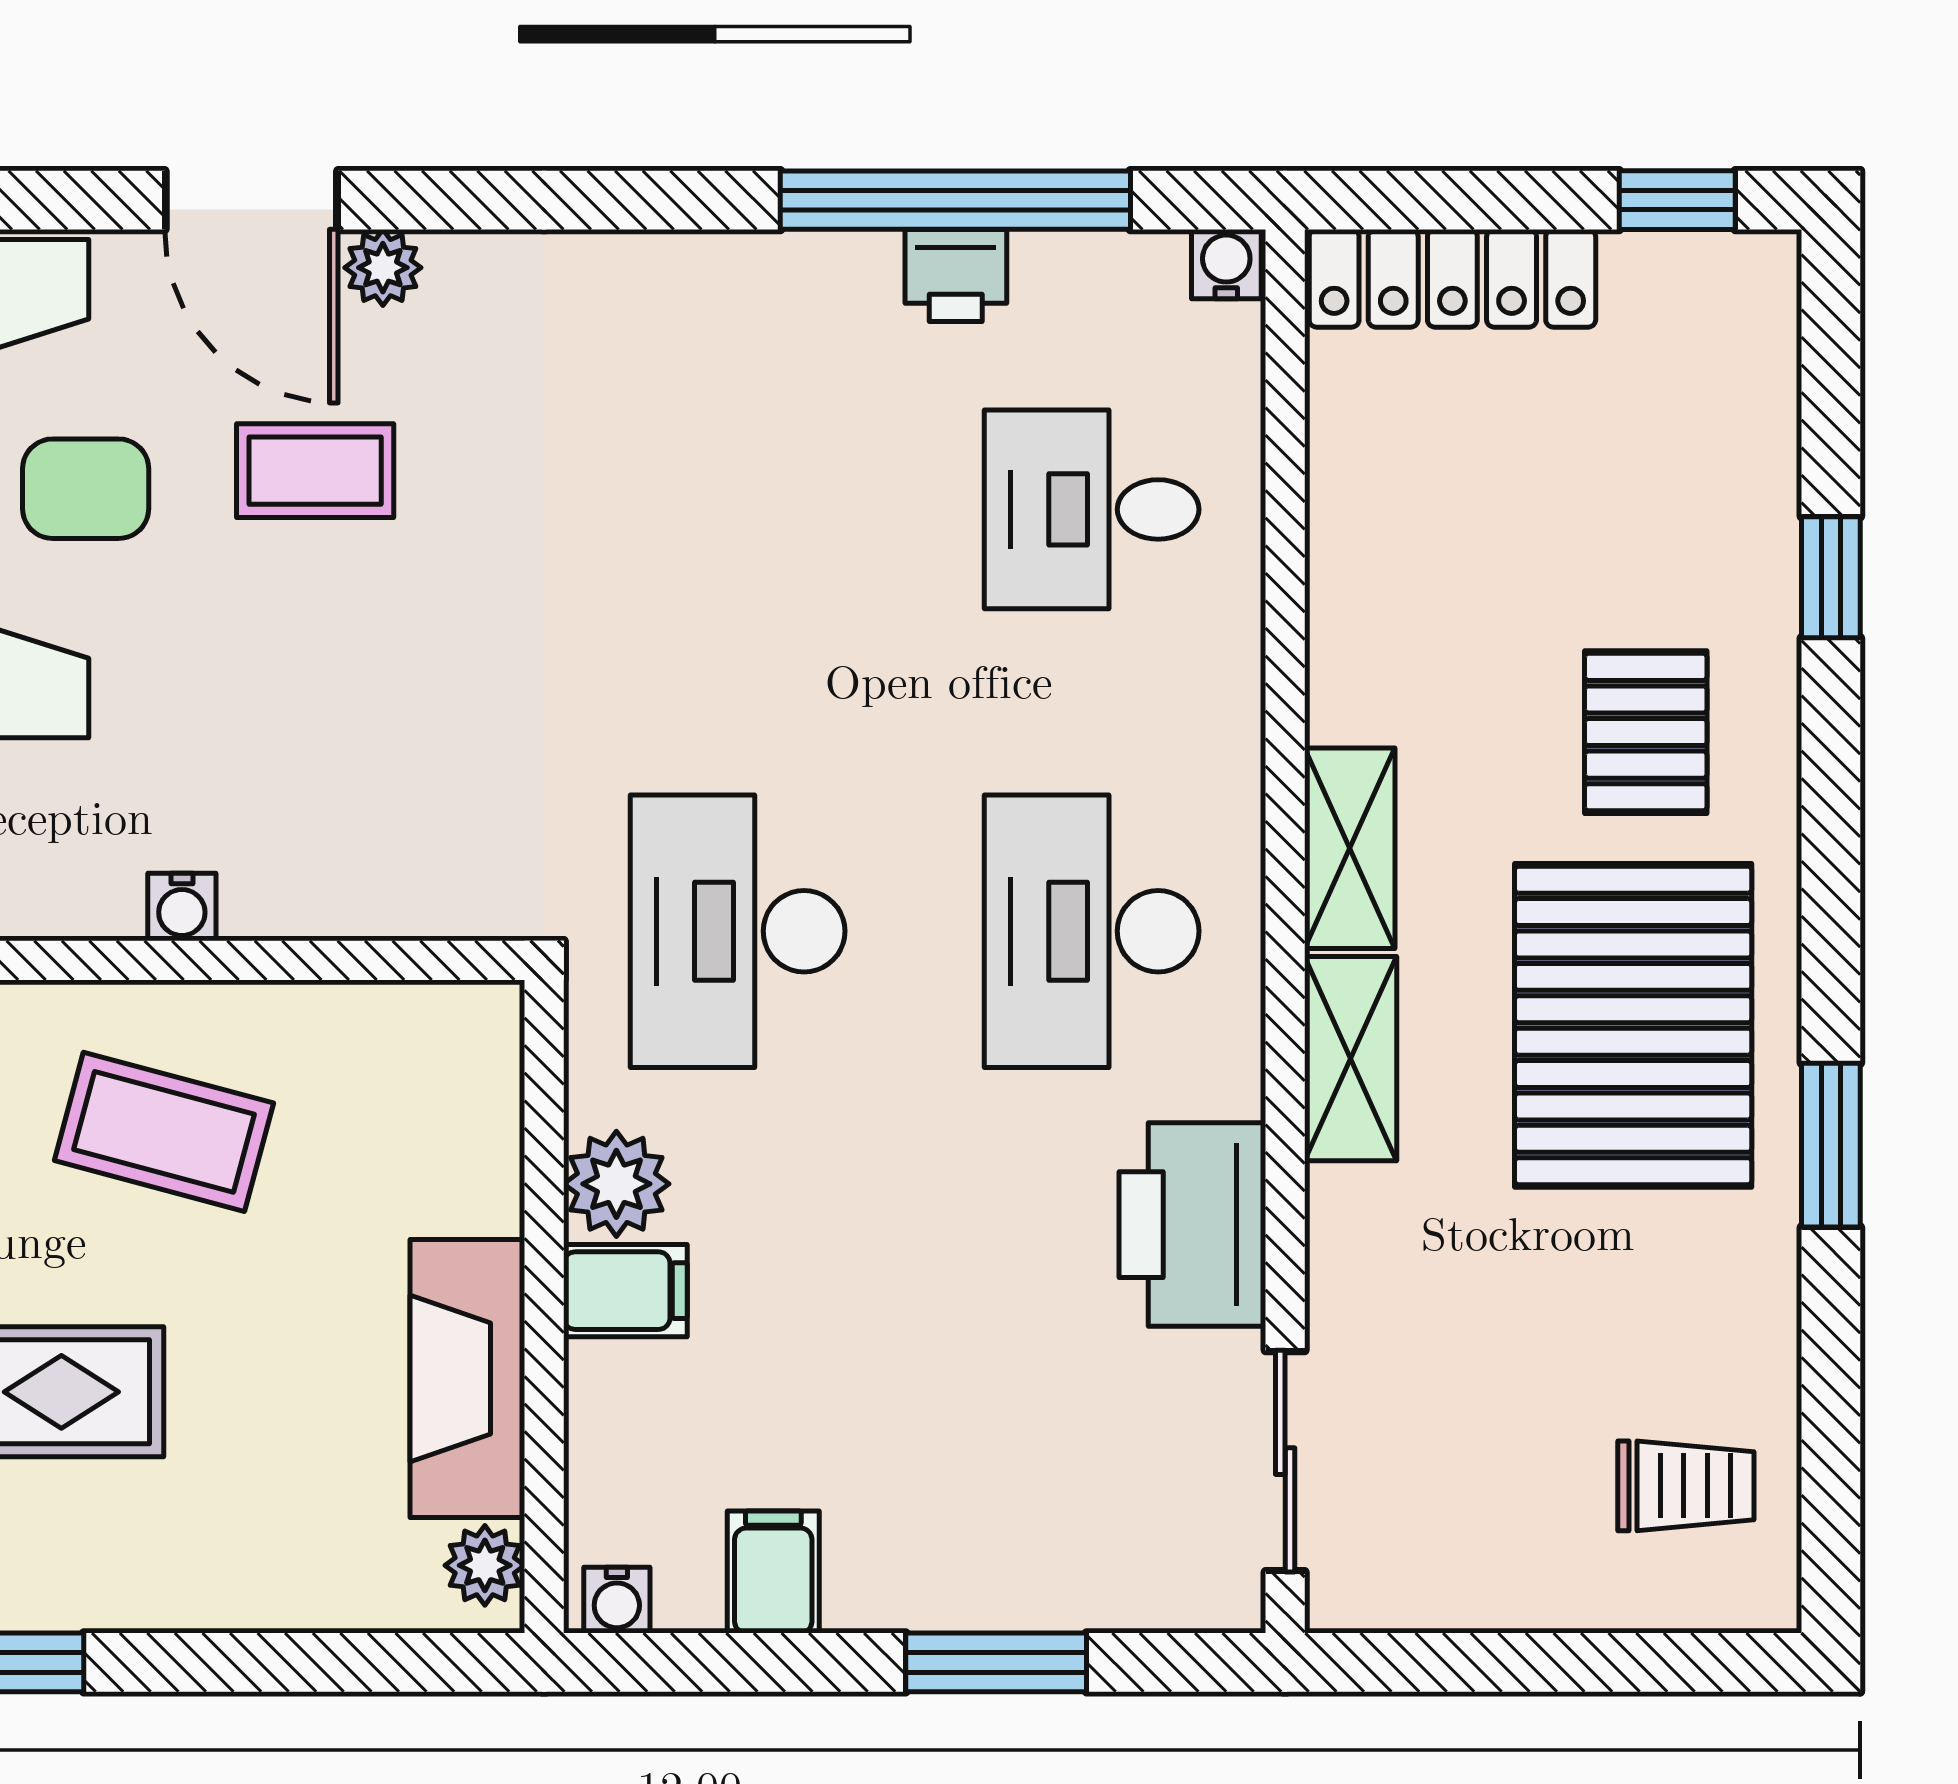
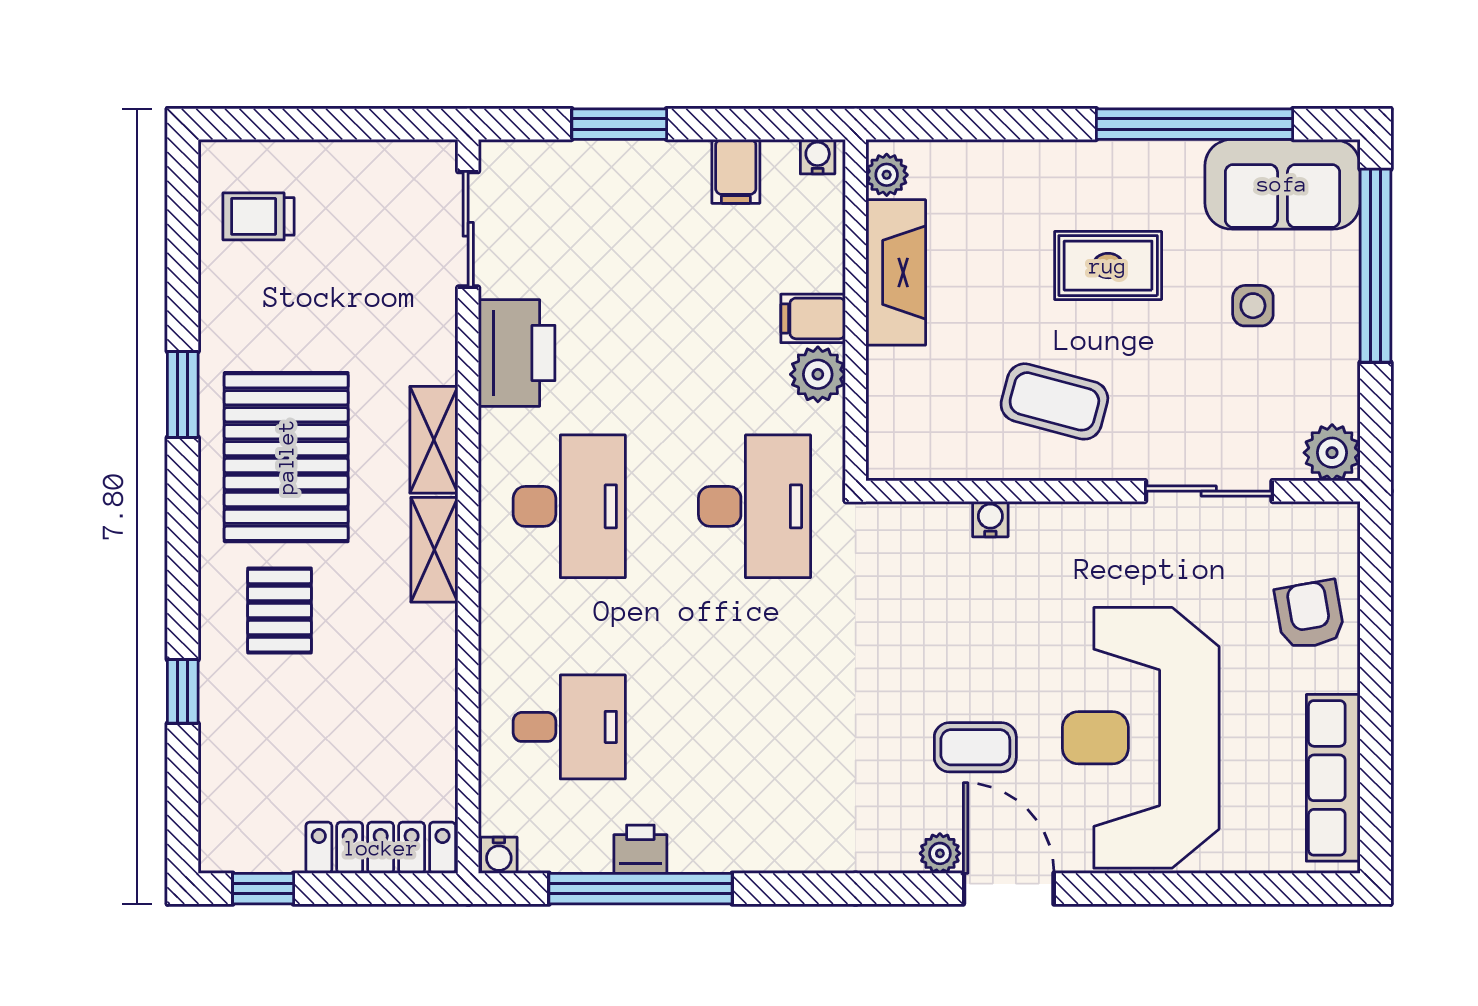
water cooler: (182, 907) -> (990, 519), moved

